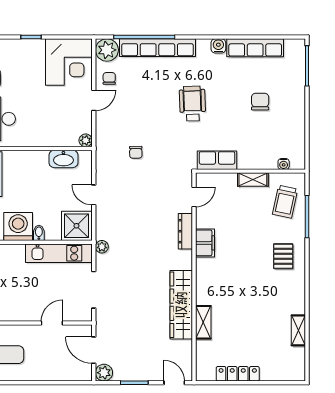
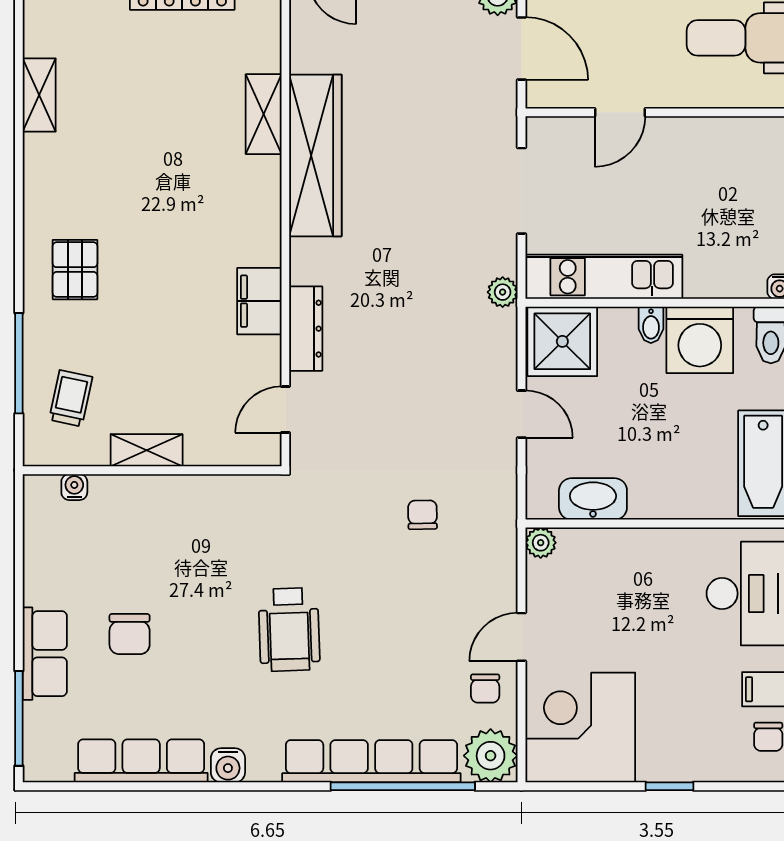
row of seats: (217, 160) -> (45, 654), moved, turned -90
trolley: (285, 202) -> (71, 398), width x0.73, depth x0.72

